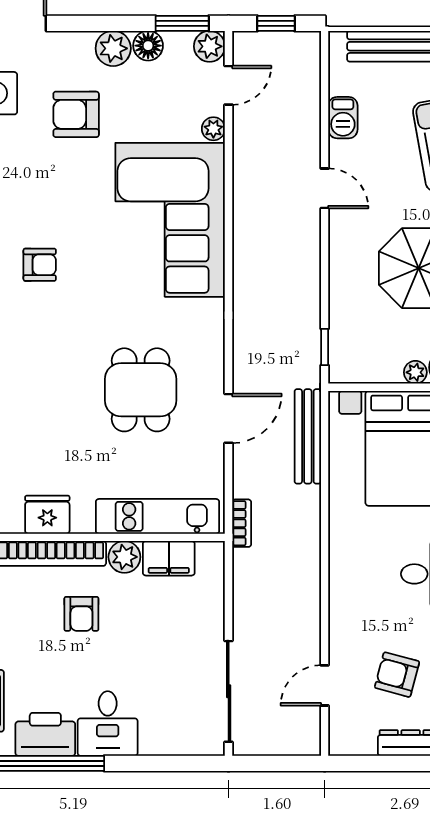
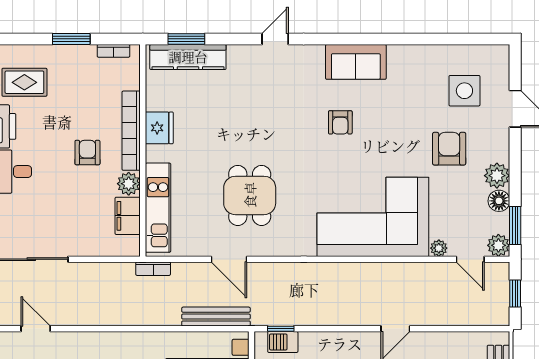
barbecue: (343, 118) -> (283, 342), moved
dining table: (141, 390) -> (250, 195), turned 90
armchair: (81, 614) -> (87, 153), turned 90

